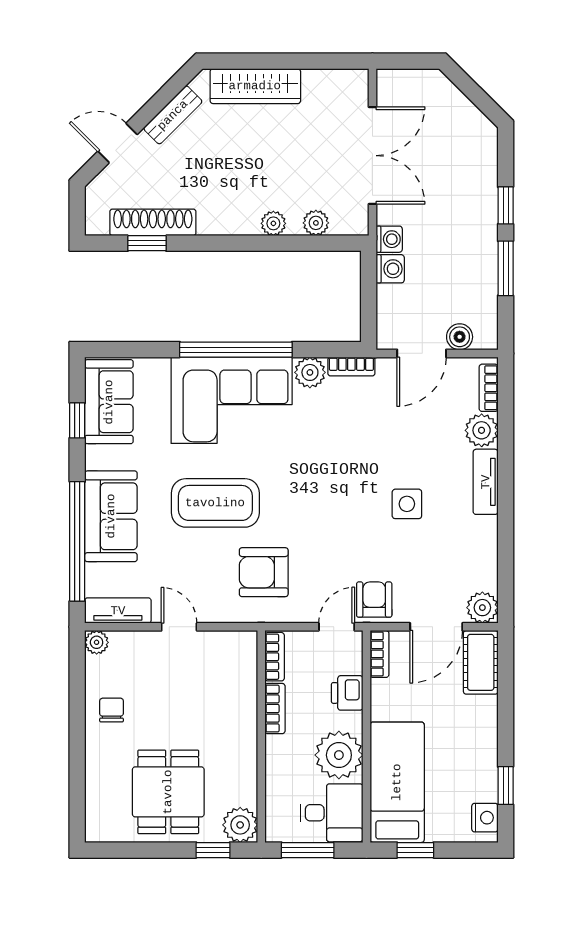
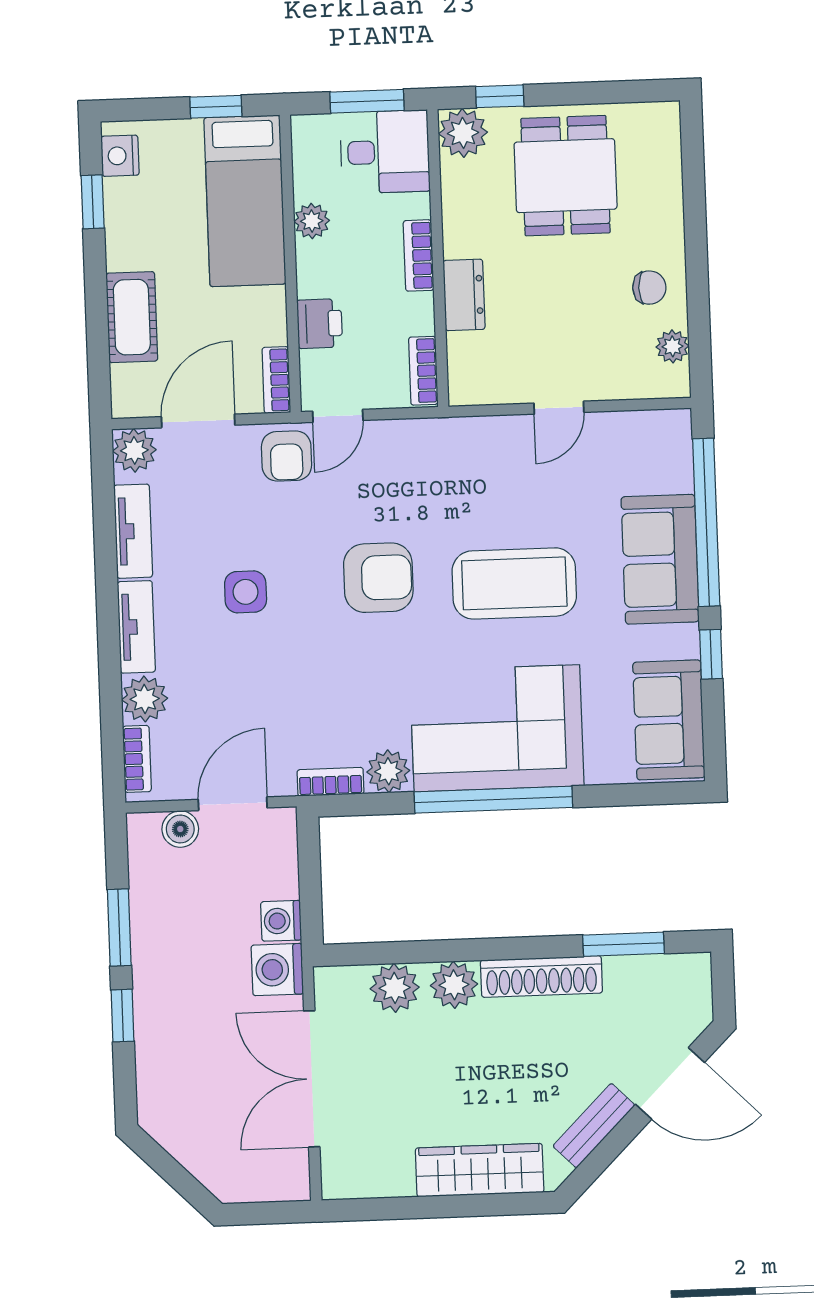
door: (118, 143) -> (670, 1083), width x1.38
shoe rack: (153, 222) -> (541, 977), moved
plant: (273, 223) -> (454, 985), width x1.38, depth x1.38
plant: (316, 223) -> (395, 988), width x1.38, depth x1.38
washing machine: (389, 239) -> (277, 970), width x1.38, depth x1.38
window: (147, 243) -> (623, 944), width x1.50
window: (77, 420) -> (711, 654), moved
armchair: (264, 572) -> (378, 578), moved
tv unit: (118, 611) -> (133, 531), moved, turned -90
door: (179, 627) -> (559, 408), hinge flipped
plant: (97, 642) -> (672, 346), moved
cot: (481, 662) -> (132, 317), moved
bookcase: (275, 709) -> (419, 255), moved
chair: (112, 710) -> (649, 288), turned -90
dresser: (244, 710) -> (464, 295), added
plant: (339, 755) -> (312, 221), width x0.53, depth x0.53
desk: (332, 813) -> (385, 152), moved, turned 180

